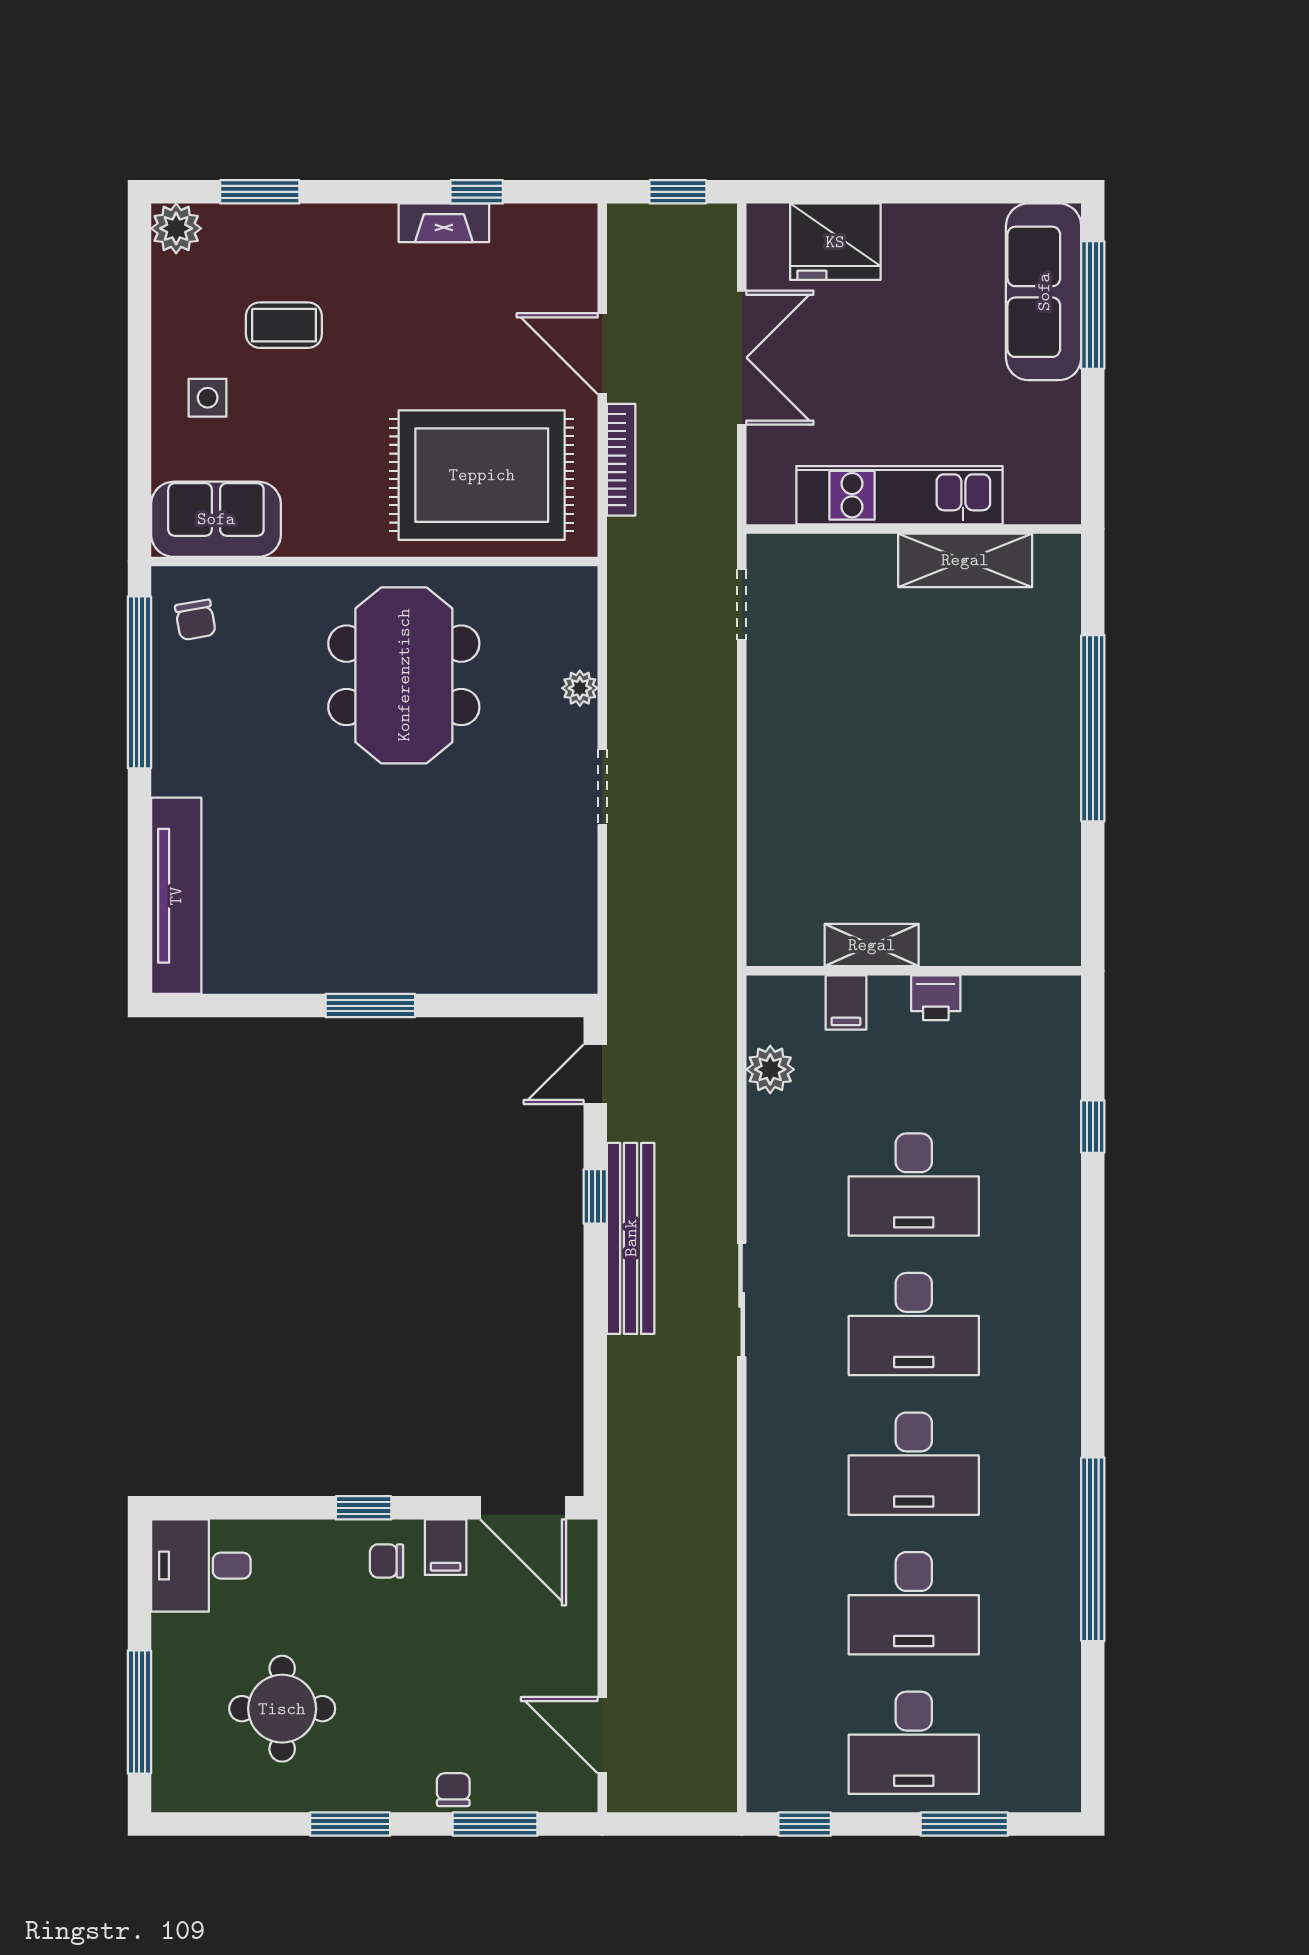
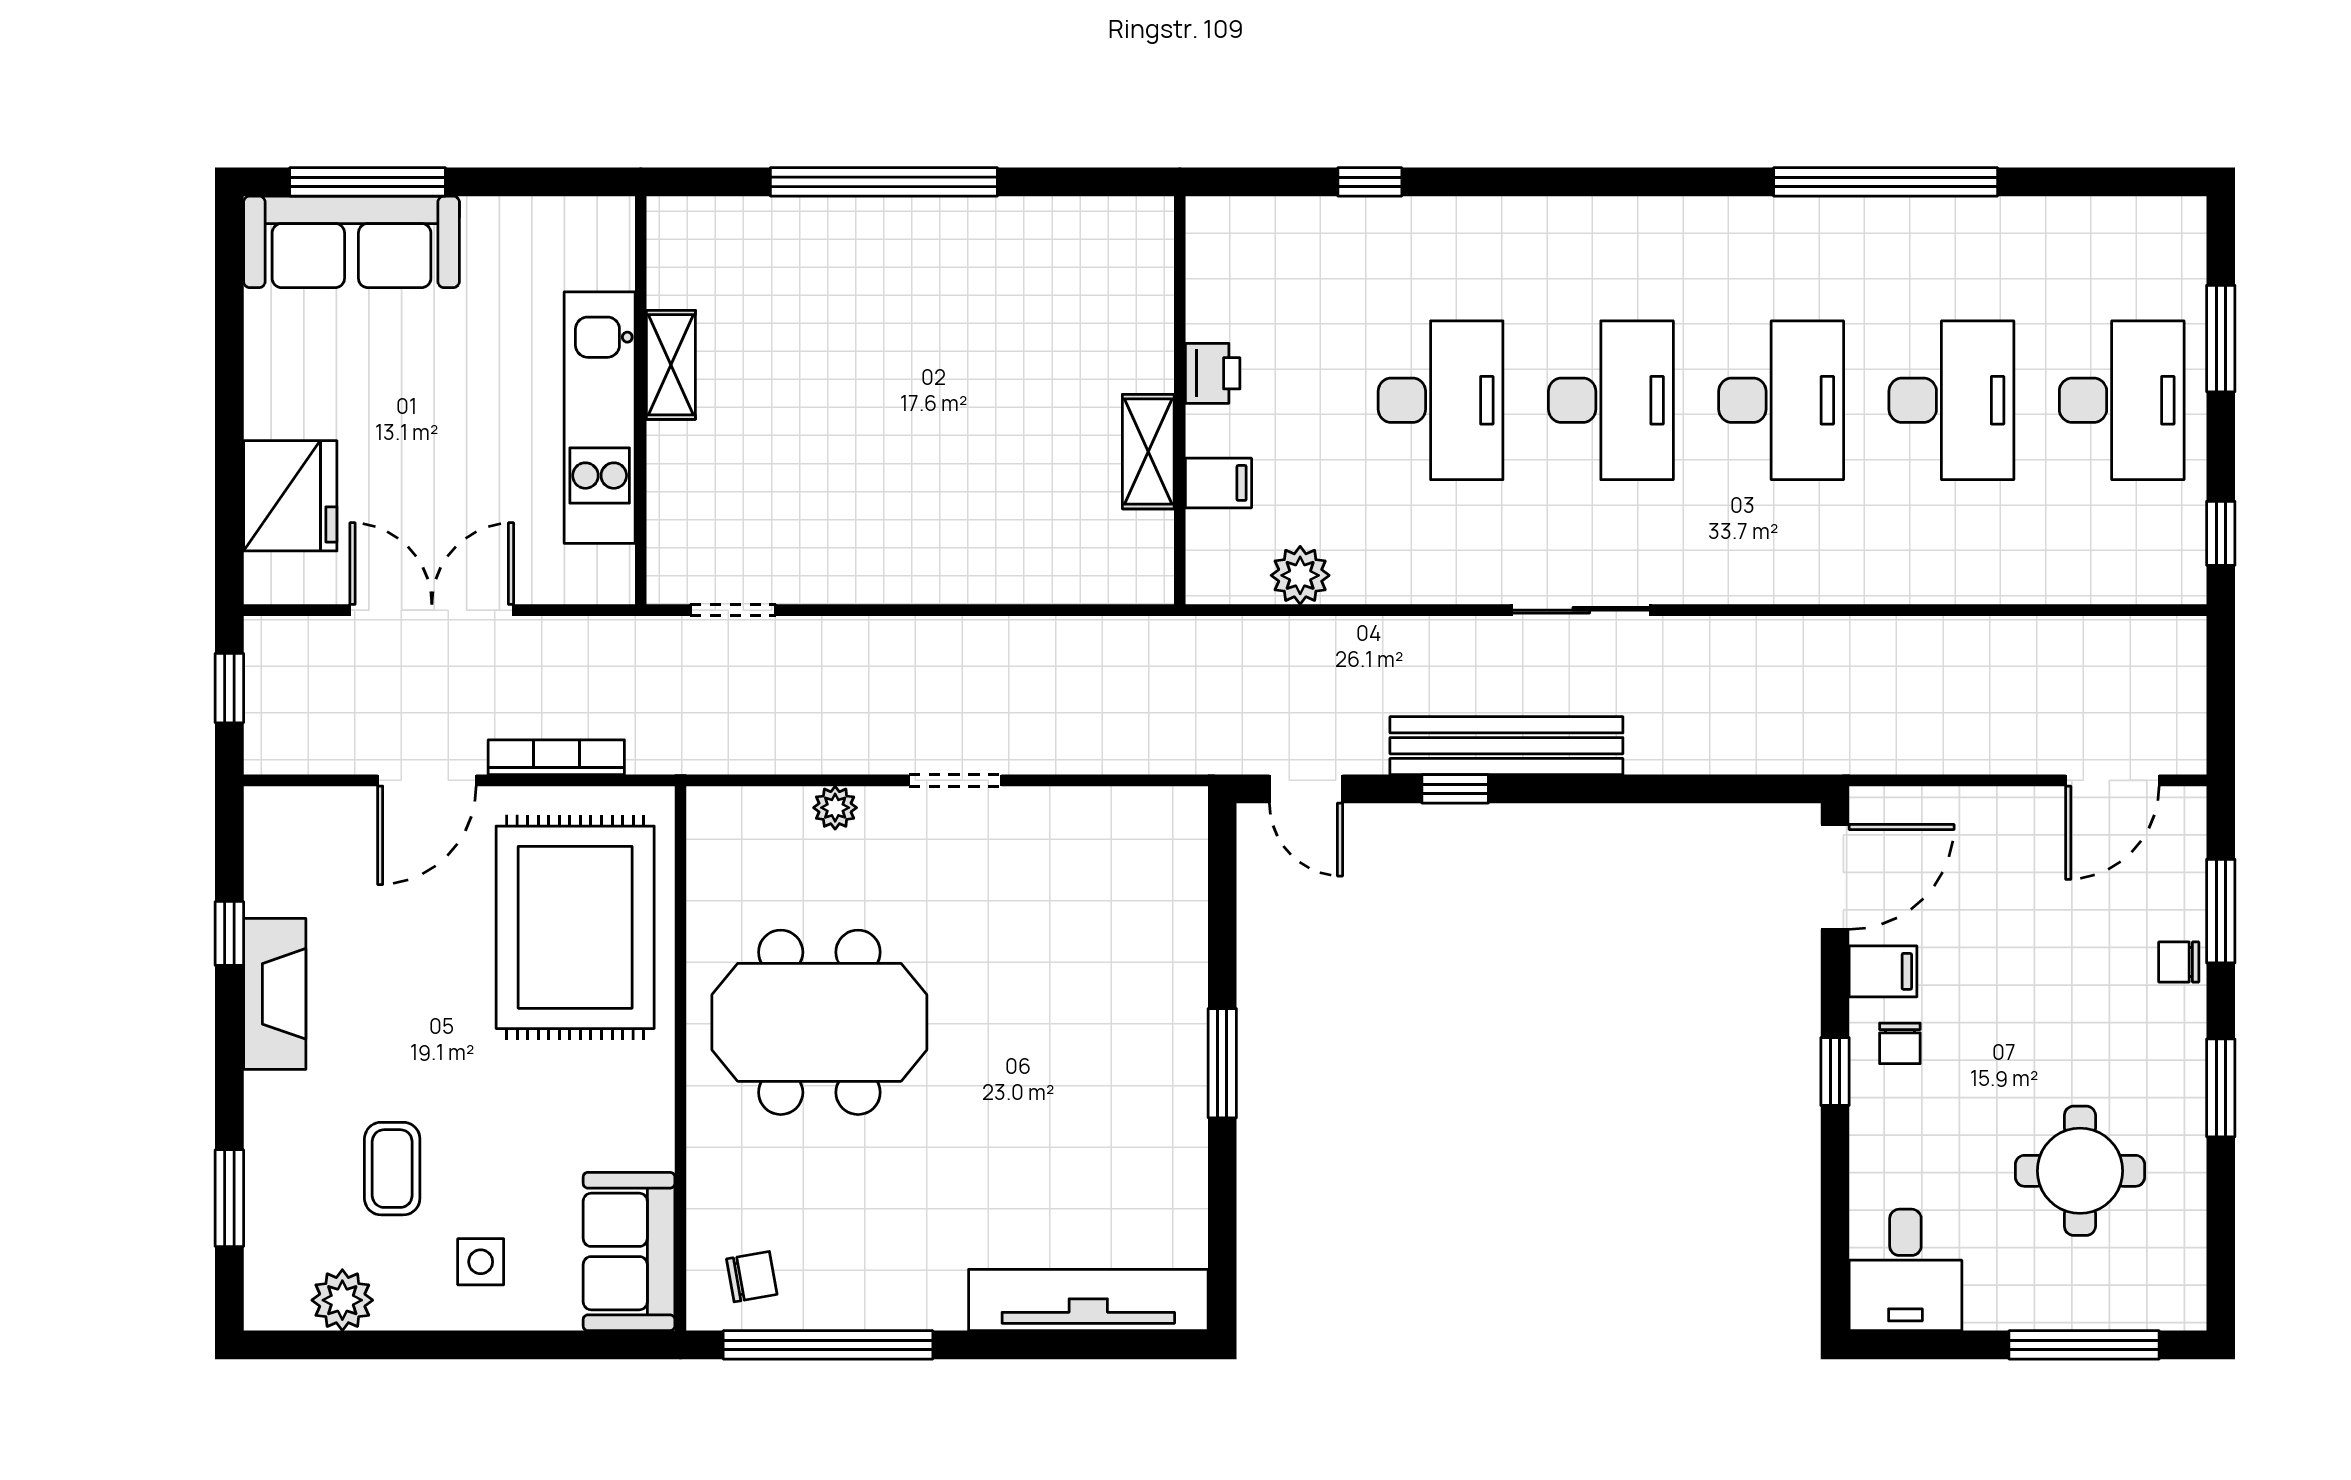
fireplace: (444, 223) -> (275, 994), width x1.37, depth x1.32
plant: (176, 228) -> (342, 1300), moved
shelving: (965, 560) -> (671, 365), width x0.67, depth x0.75

